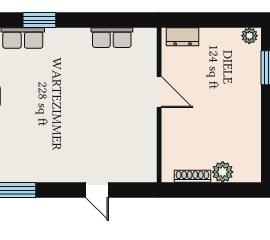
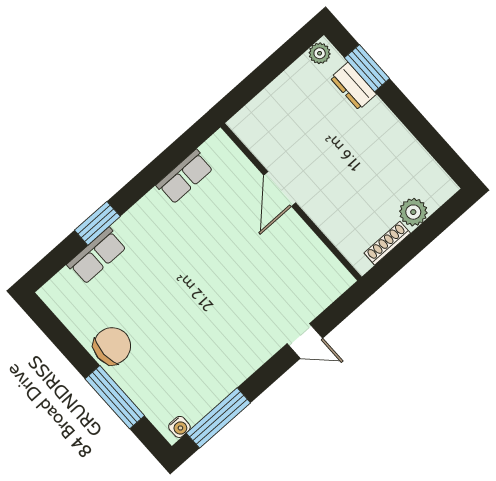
dresser: (183, 37) -> (353, 86), moved, turned 90
door: (159, 92) -> (280, 189), swing flipped

